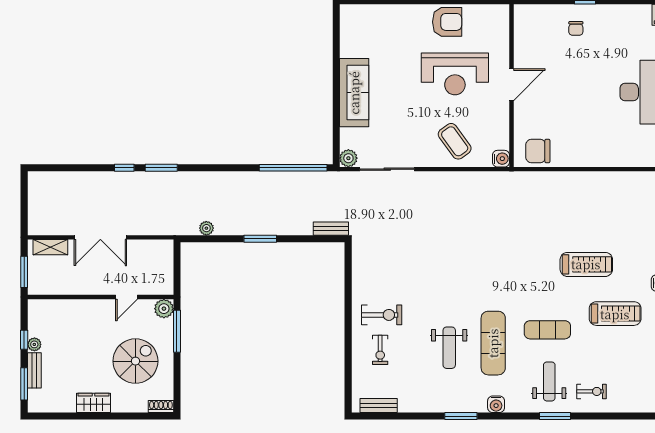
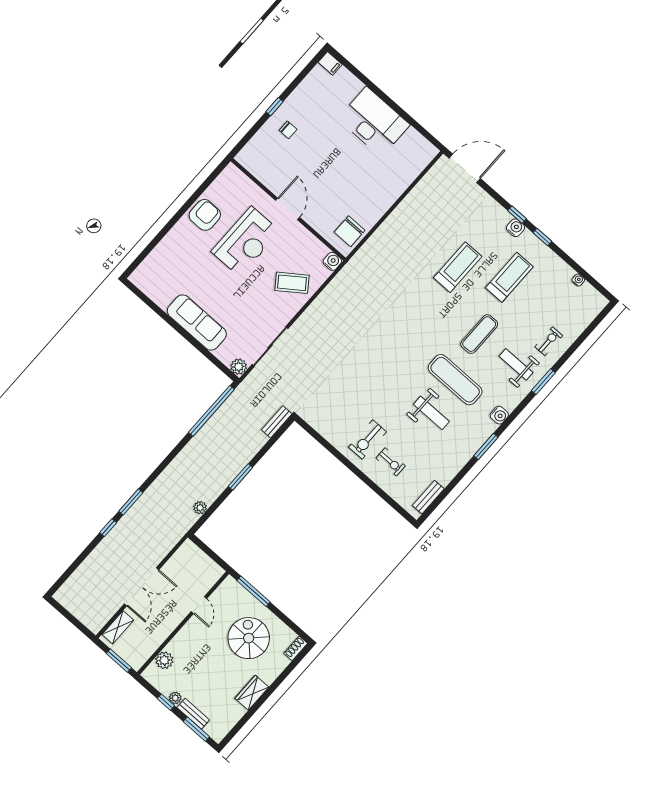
plant: (164, 309) -> (164, 660), moved
exercise bike: (382, 315) -> (367, 440), turned 180

